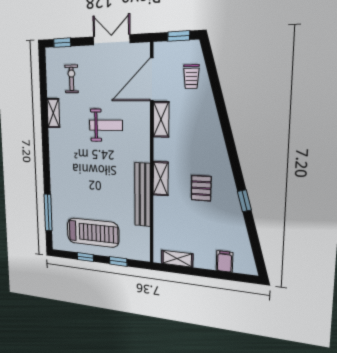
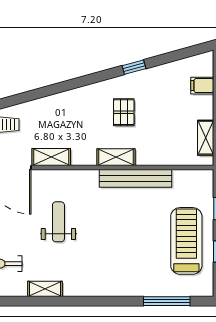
pallet: (201, 188) -> (124, 112), turned 90

